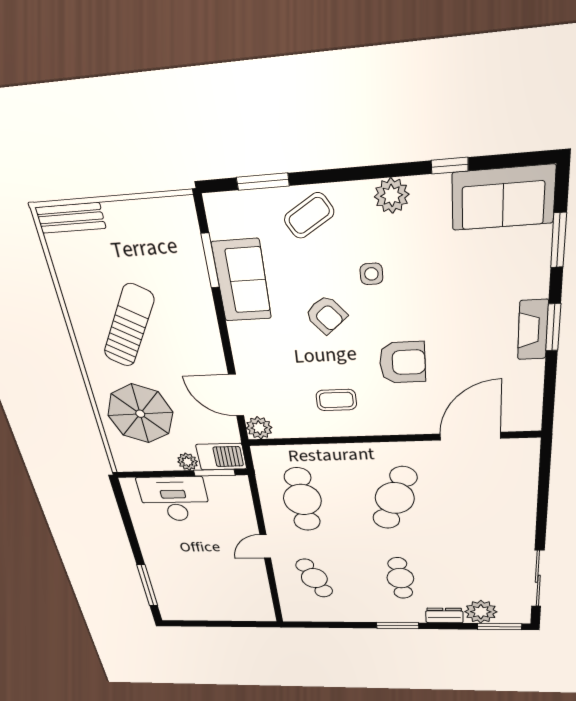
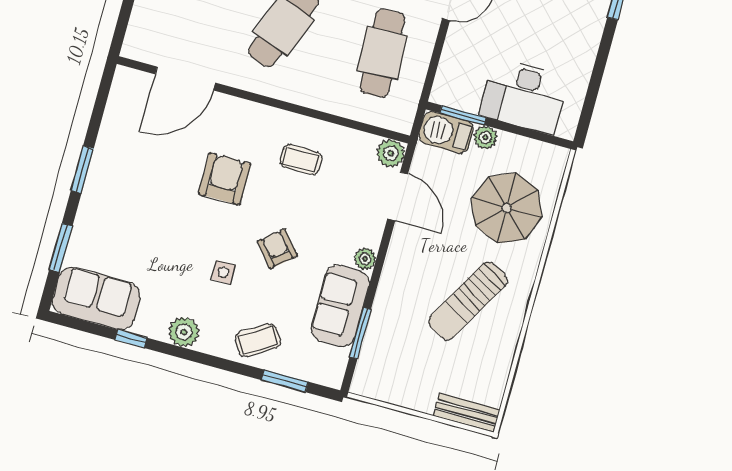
fireplace: (533, 330) -> (100, 173), removed
plant: (239, 333) -> (365, 259), added
armchair: (402, 362) -> (225, 179), turned 90

